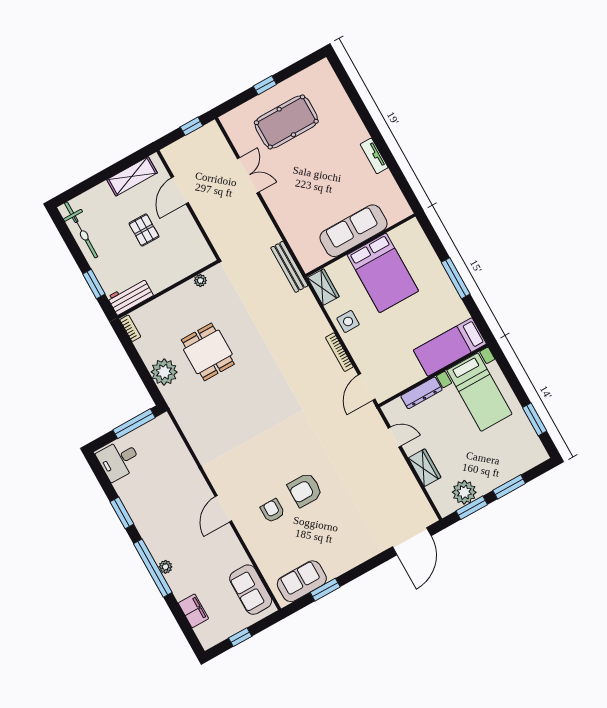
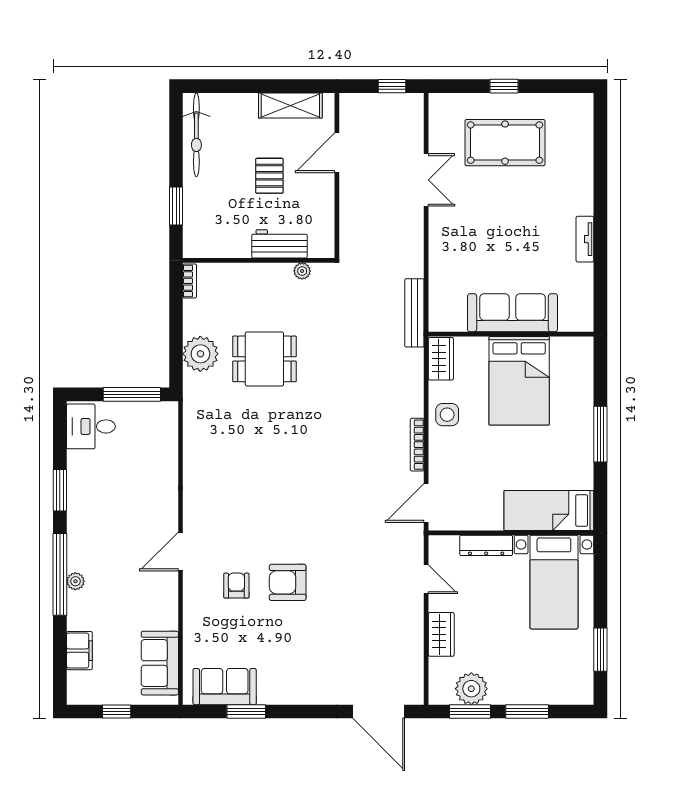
workbench: (130, 296) -> (279, 244), moved
dining table: (208, 352) -> (264, 359), turned 90
door: (412, 541) -> (379, 712), hinge flipped

